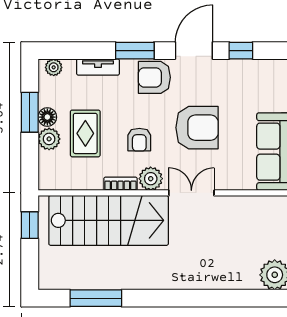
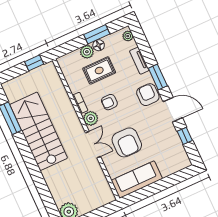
armchair: (197, 128) -> (127, 142), moved
stairs: (109, 220) -> (39, 131), moved, turned 180

